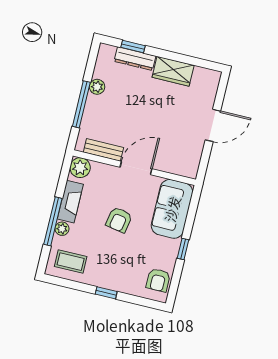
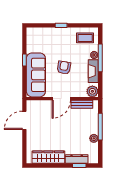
wardrobe: (173, 71) -> (48, 157), width x1.50
door: (213, 125) -> (24, 120), moved
sofa: (172, 209) -> (36, 75), width x1.36
armchair: (158, 280) -> (34, 39), removed

